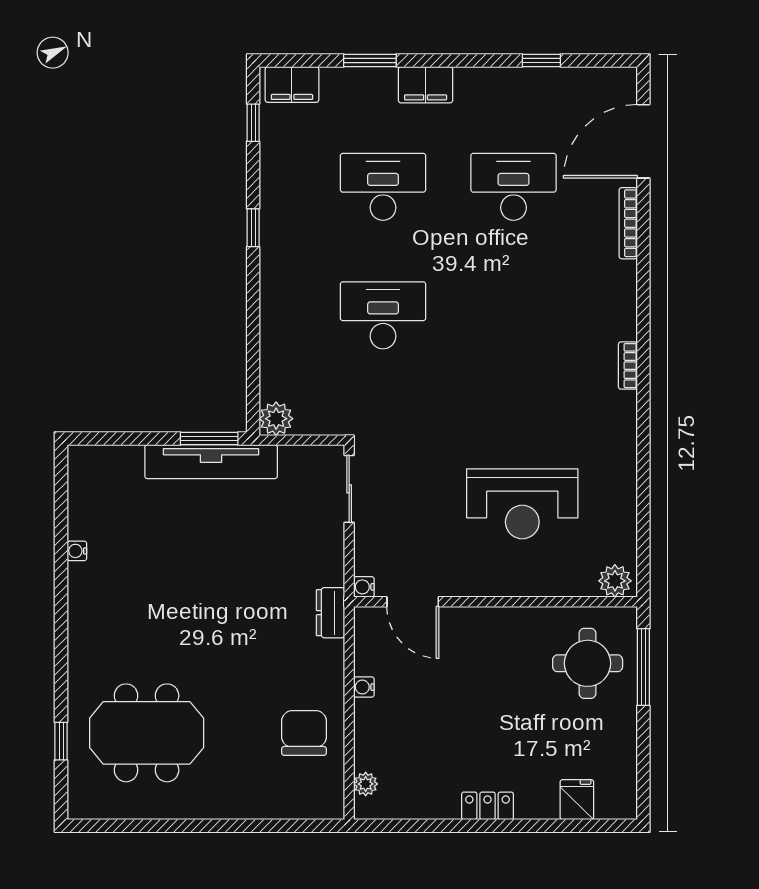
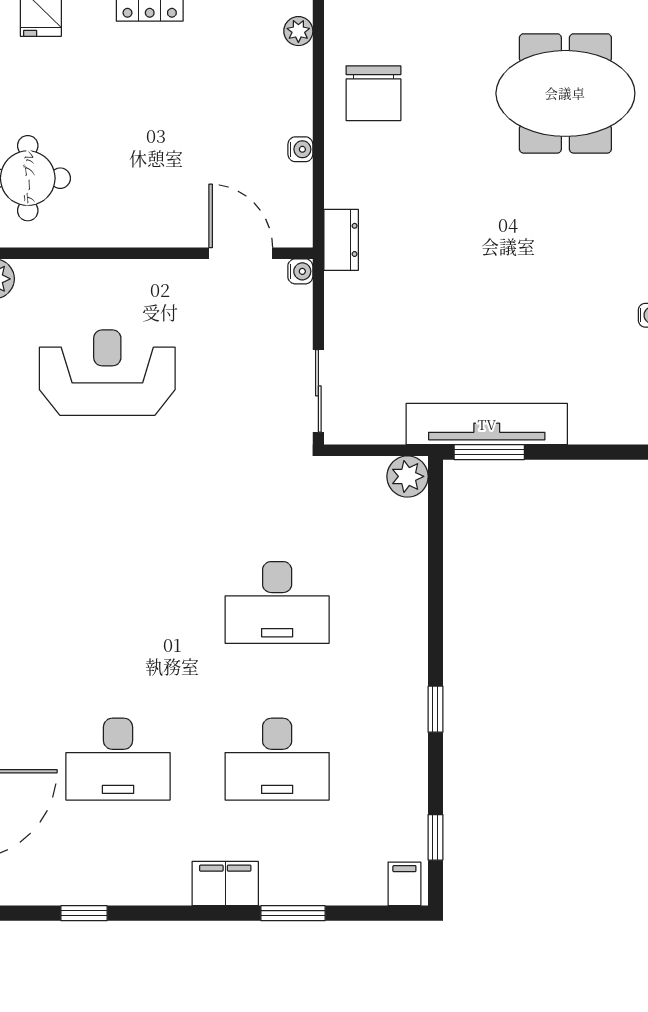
filing cabinet: (292, 84) -> (404, 884), width x0.50

